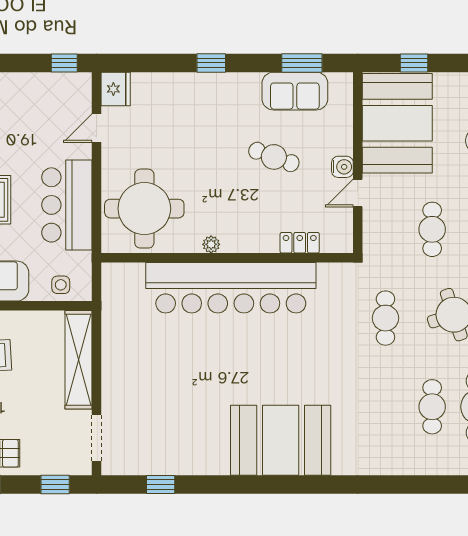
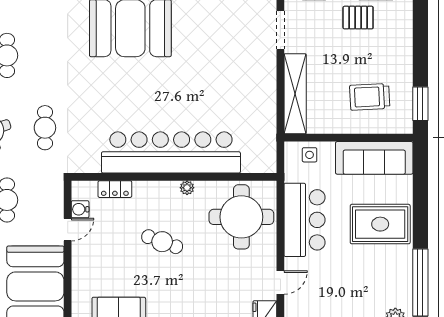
cafe table: (274, 157) -> (162, 242), moved
water cooler: (342, 167) -> (80, 209), moved

